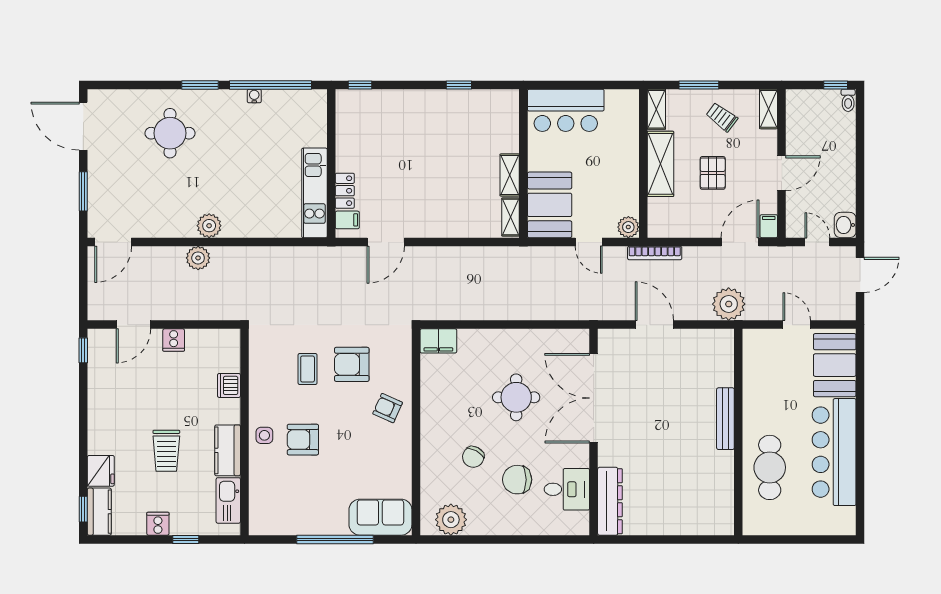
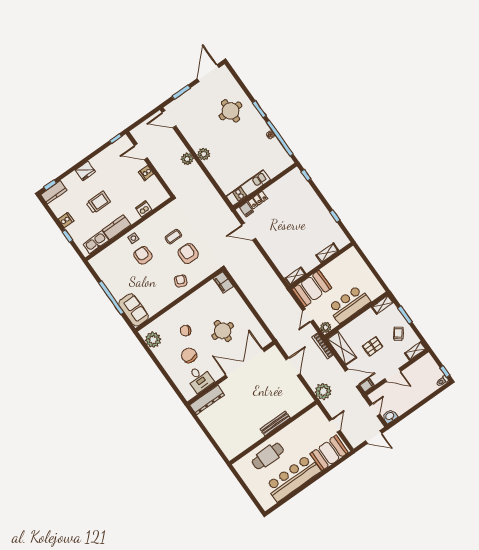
bar counter: (566, 110) -> (349, 304), moved, turned 90
shelving: (660, 164) -> (342, 348), moved, turned 90
shelving: (510, 175) -> (327, 253), moved
trolley: (166, 451) -> (98, 202), turned 180
fridge: (101, 471) -> (85, 171), moved

